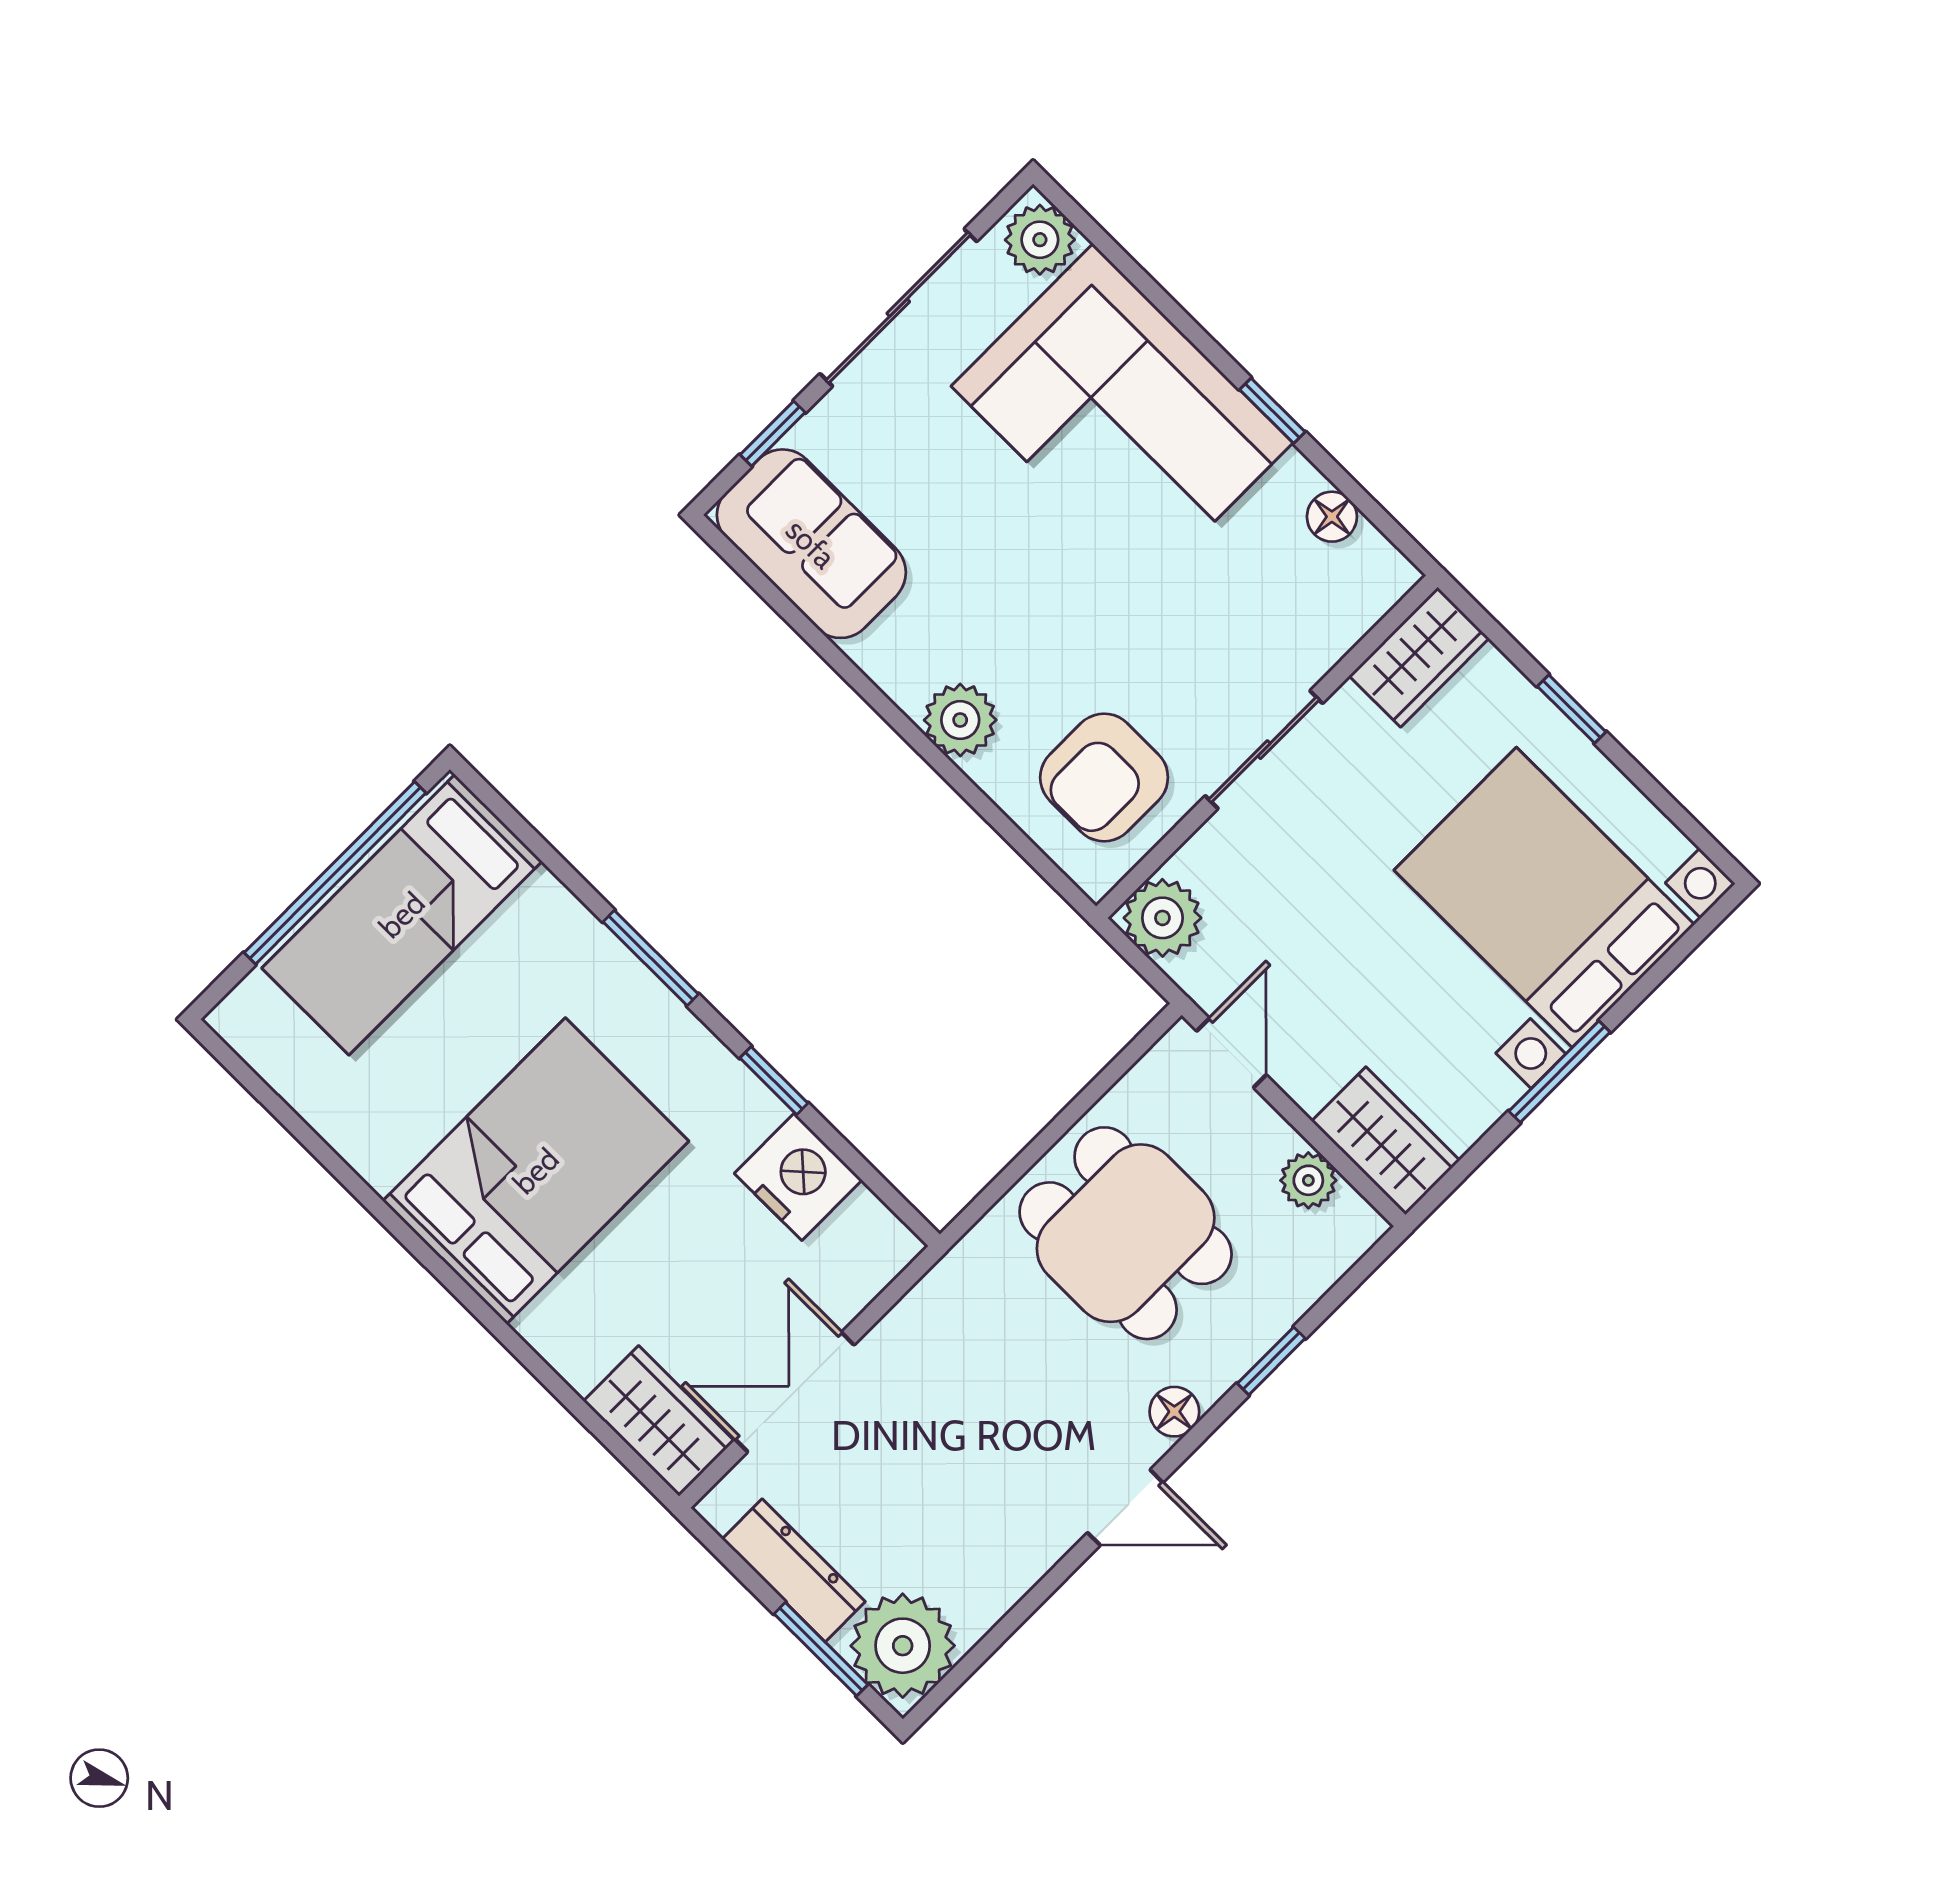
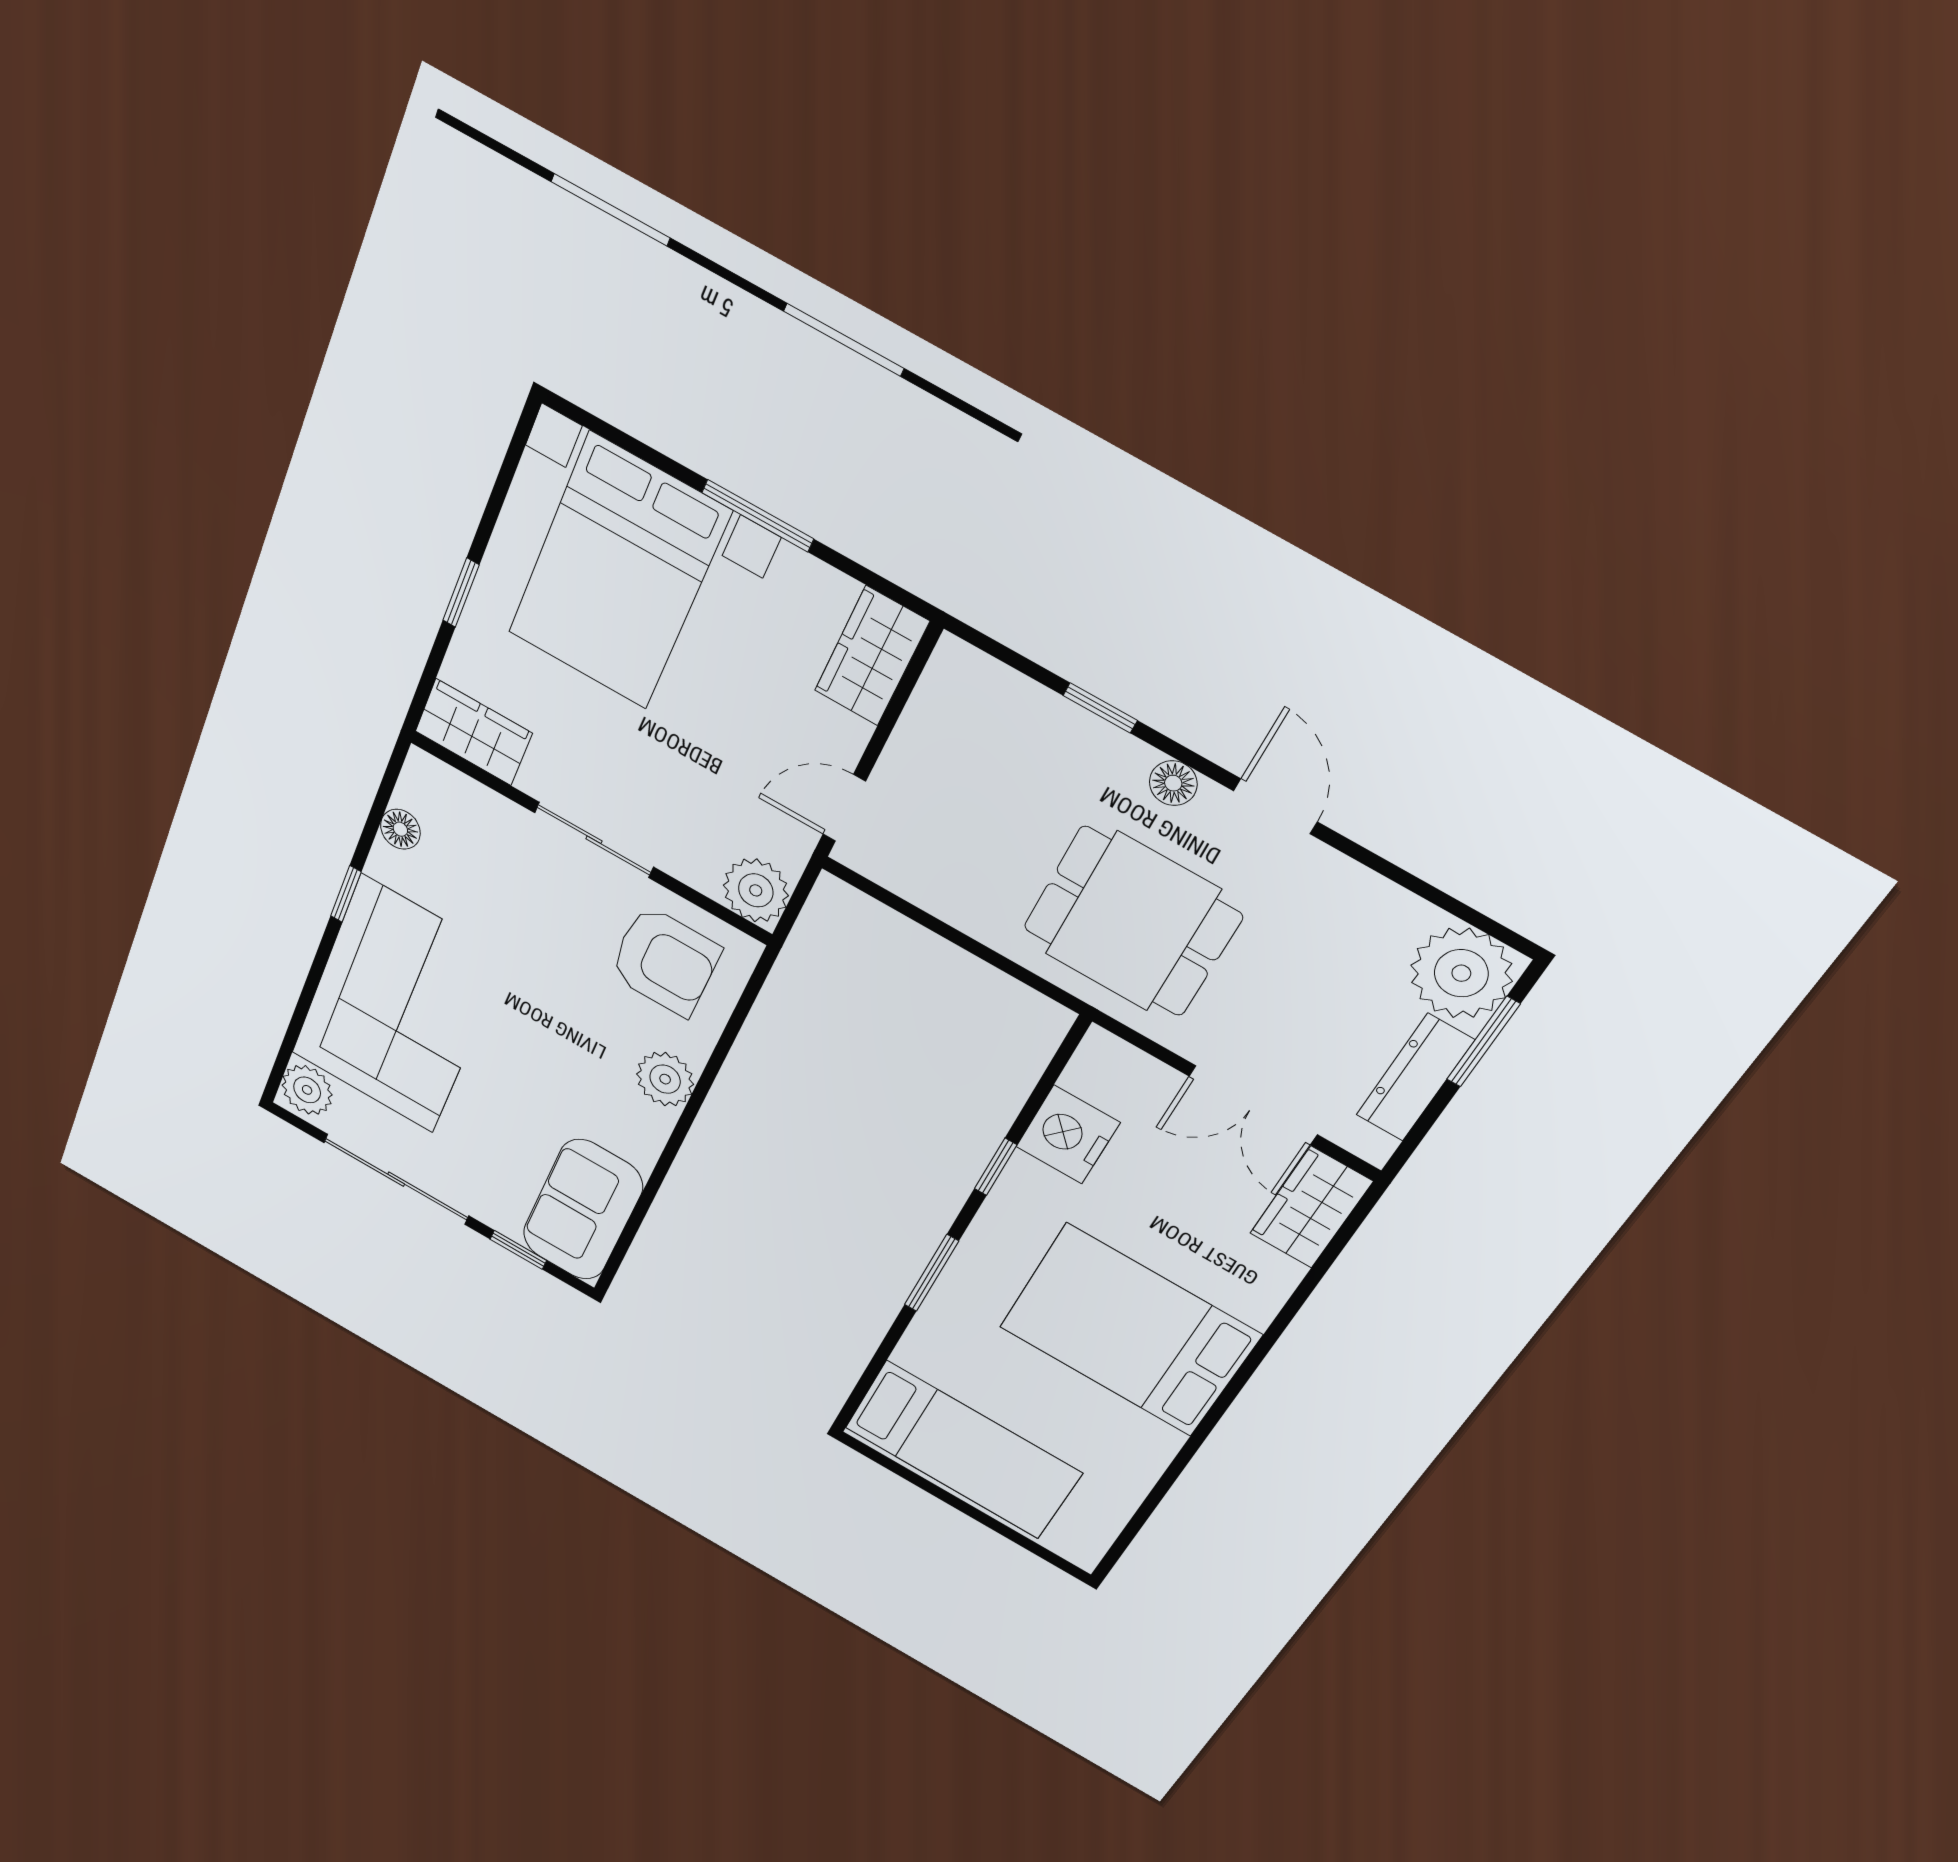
window: (335, 873) -> (948, 1498), removed
plant: (1308, 1180) -> (929, 715), removed
dining table: (1126, 1233) -> (1132, 922), moved, turned 90

